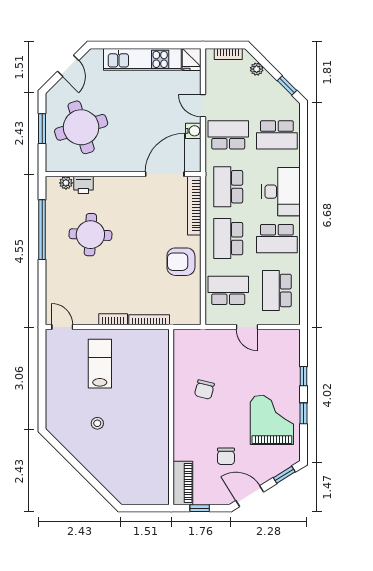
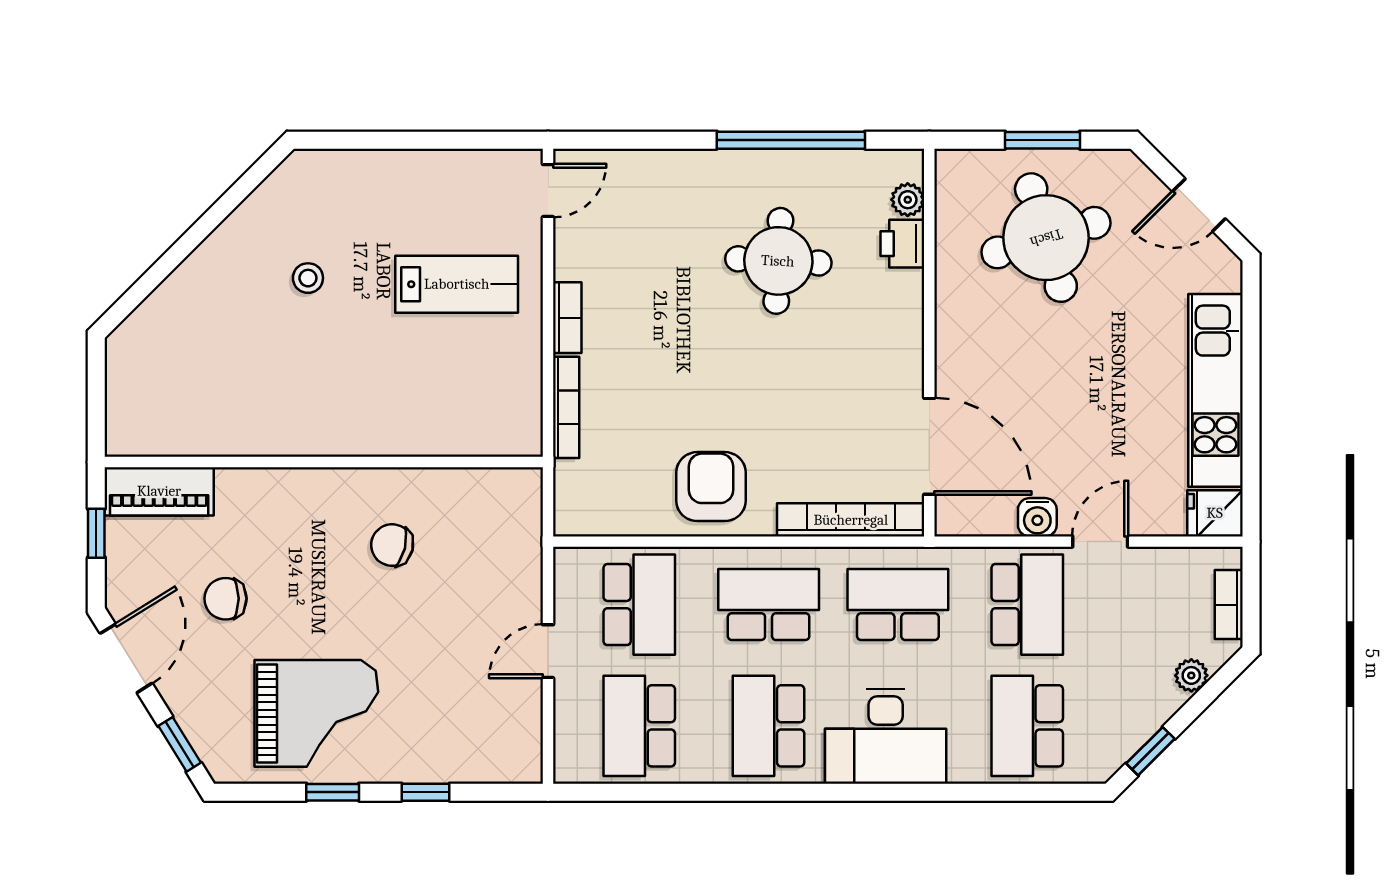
school desk: (277, 290) -> (639, 726), turned -90

